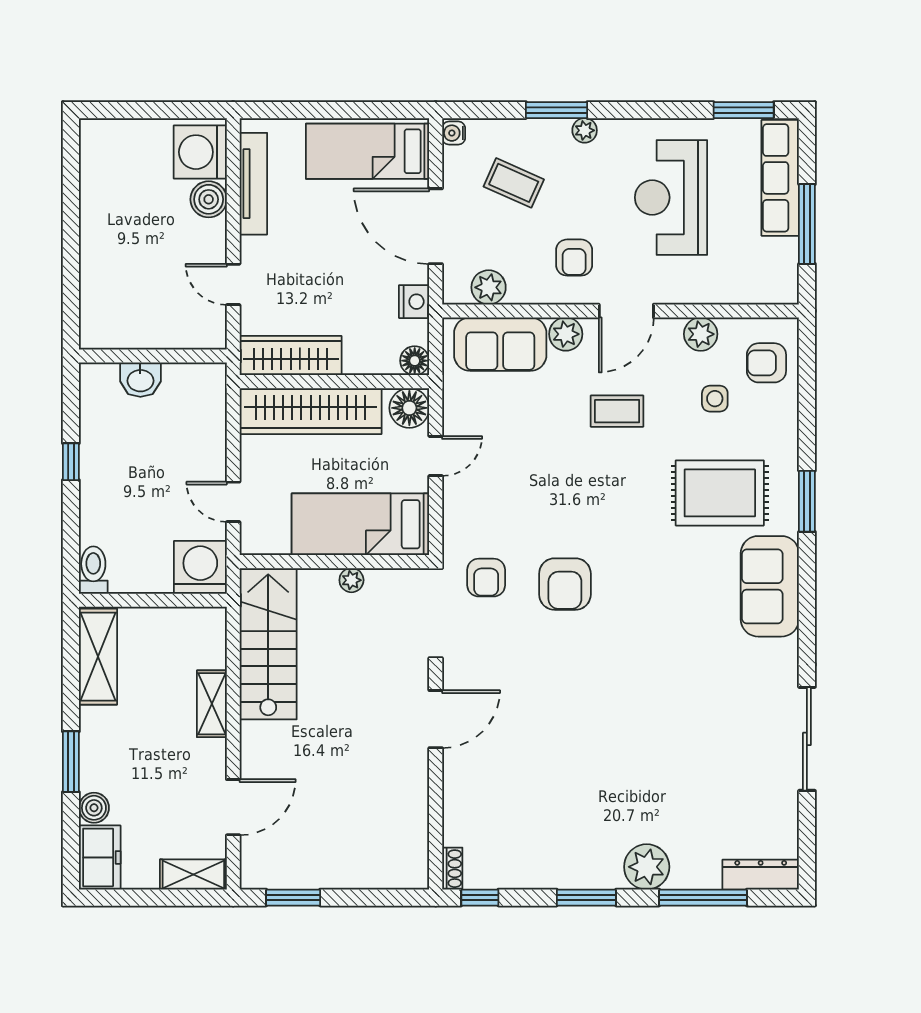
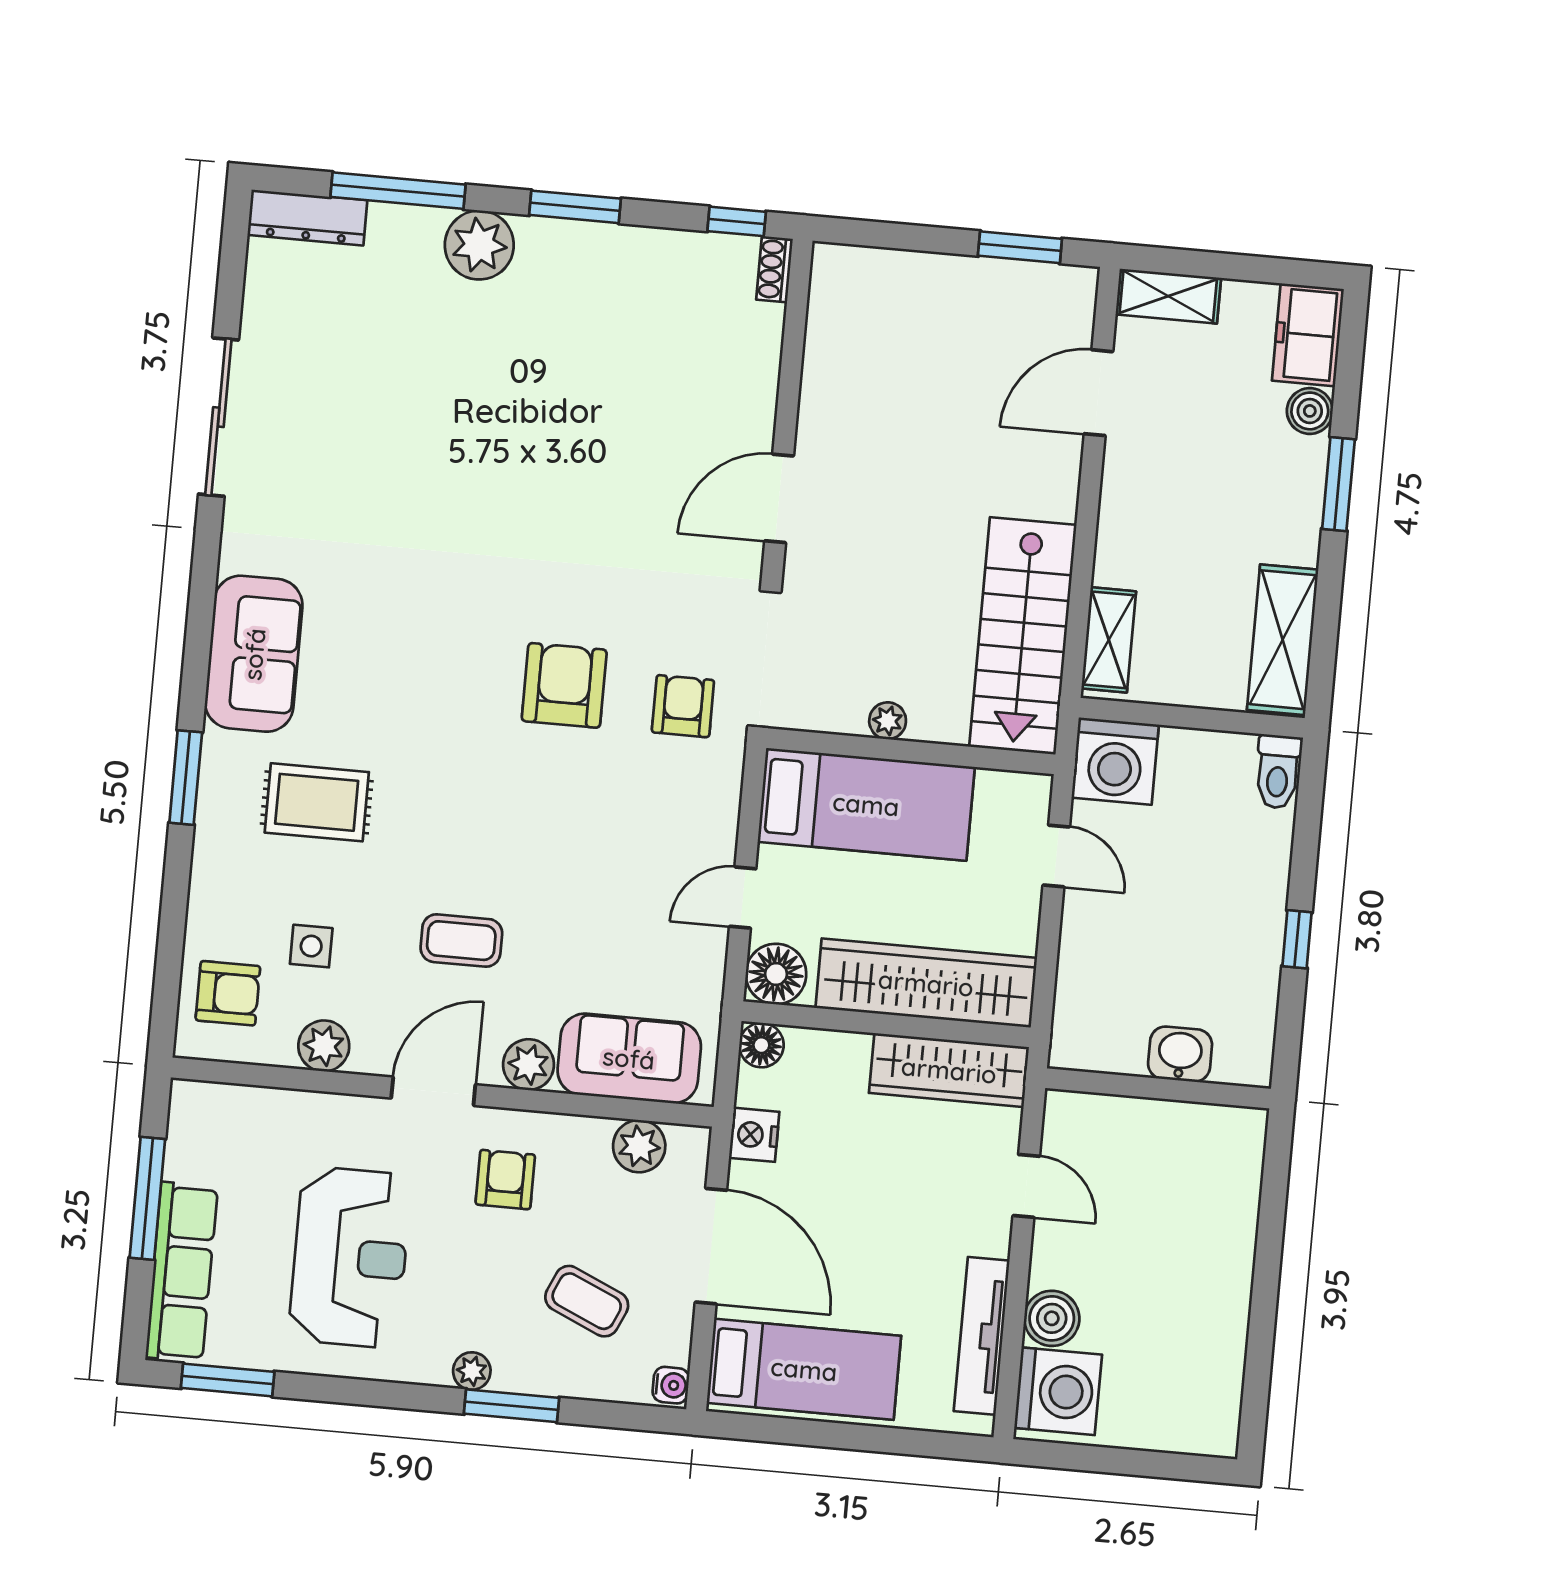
rug: (720, 493) -> (317, 802), width x0.73, depth x0.70
shelving: (212, 704) -> (1109, 640), moved

